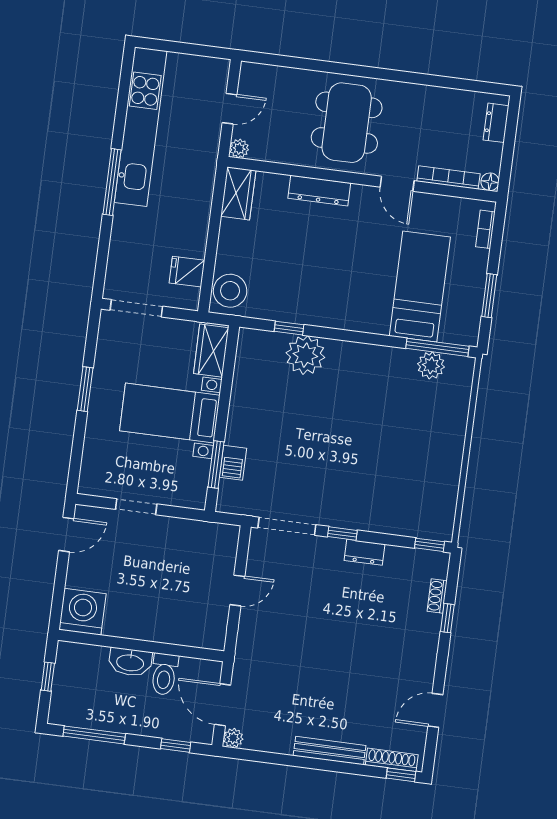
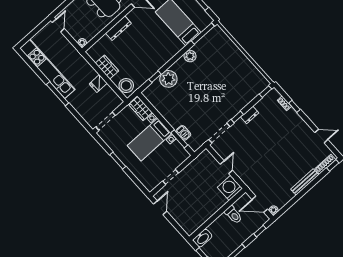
door: (230, 109) -> (58, 25), moved
wardrobe: (238, 193) -> (107, 67), moved
fridge: (187, 272) -> (98, 83), moved
plant: (431, 365) -> (190, 56), moved
washing machine: (82, 612) -> (230, 188), moved
washbasin: (130, 662) -> (203, 238), moved
door: (435, 710) -> (321, 136), swing flipped

